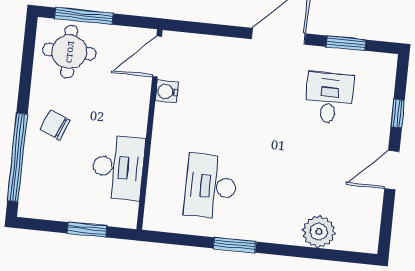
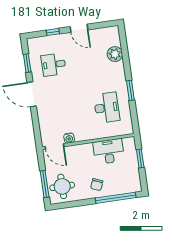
desk: (211, 186) -> (107, 108), turned -90

